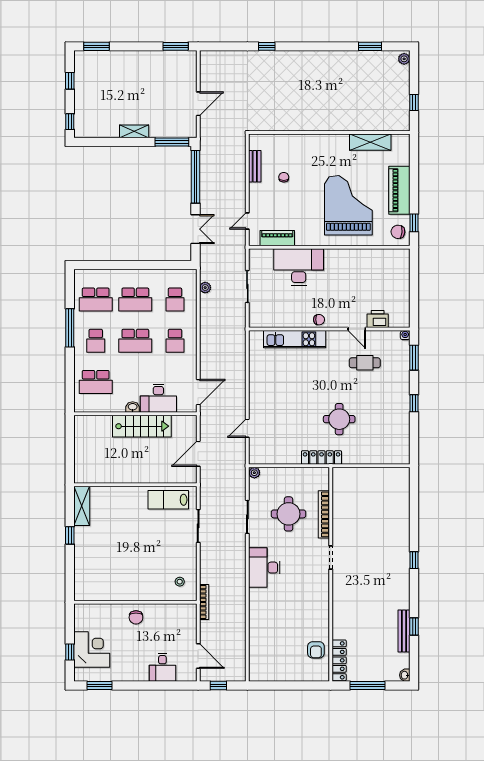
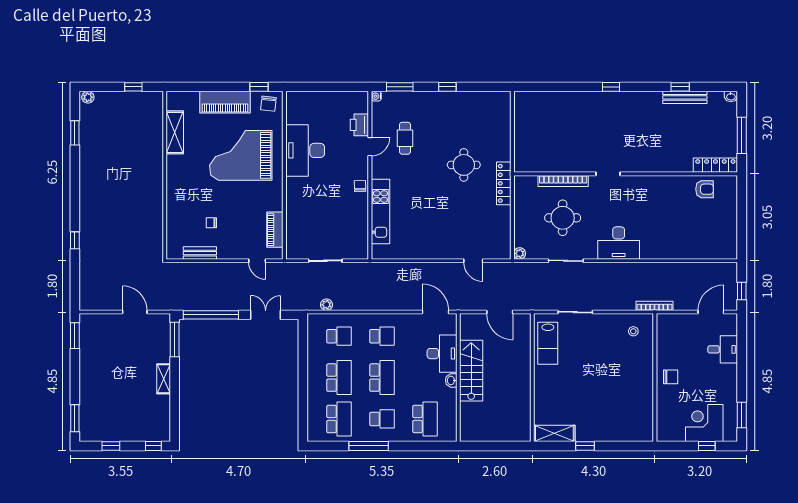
desk: (299, 267) -> (305, 150), moved

